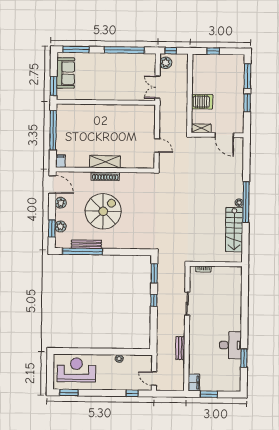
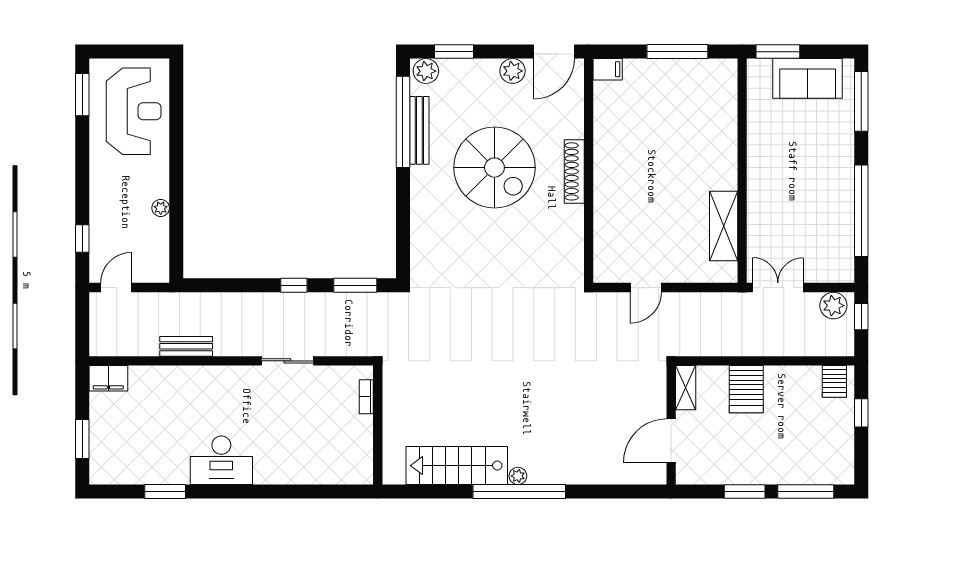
server rack: (199, 63) -> (834, 381), added
window: (53, 130) -> (677, 52), width x0.68
shelving: (105, 162) -> (724, 226), moved
plant: (60, 226) -> (426, 71), moved
desk: (230, 345) -> (221, 460), moved
window: (209, 394) -> (82, 439), moved

